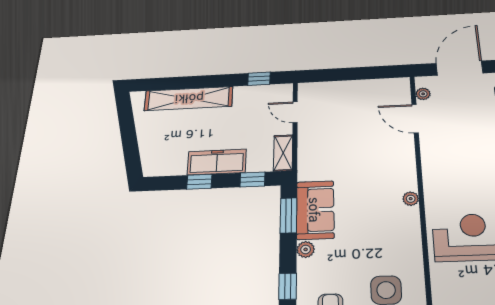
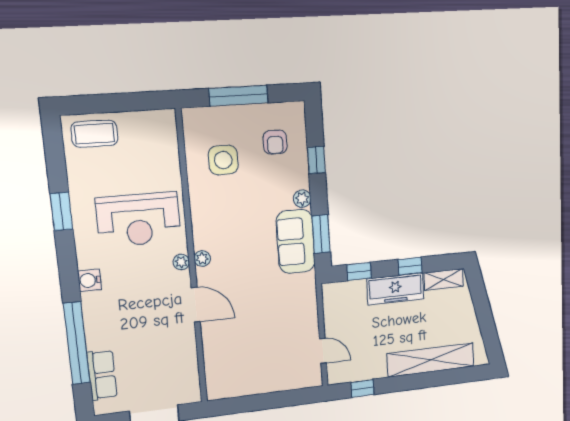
plant: (423, 94) -> (181, 262), moved
door: (415, 119) -> (196, 305), moved
shelving: (283, 153) -> (444, 280), moved, turned 90

